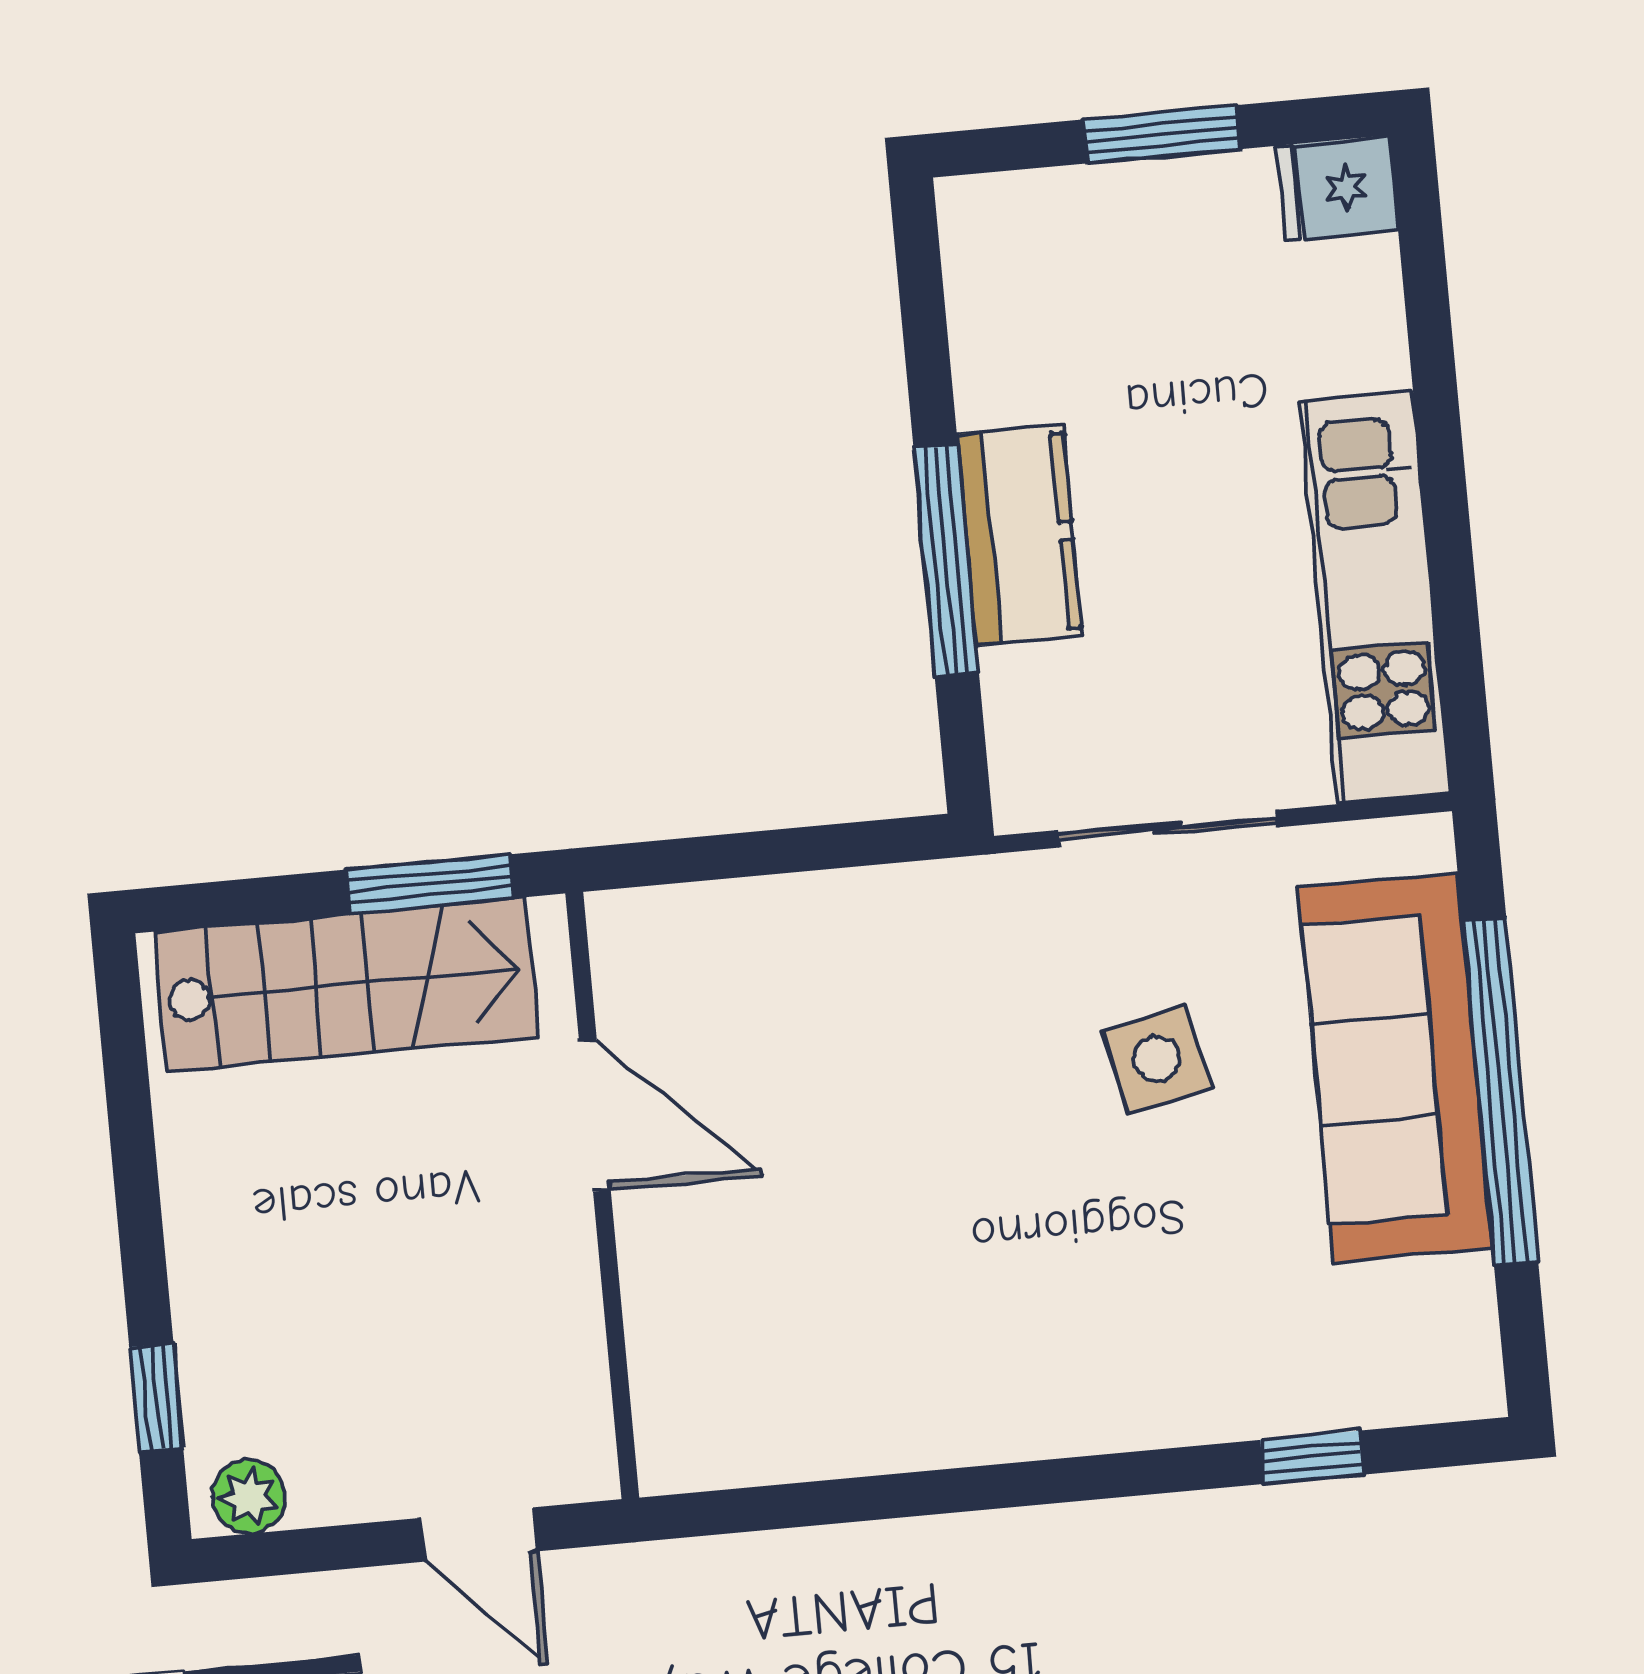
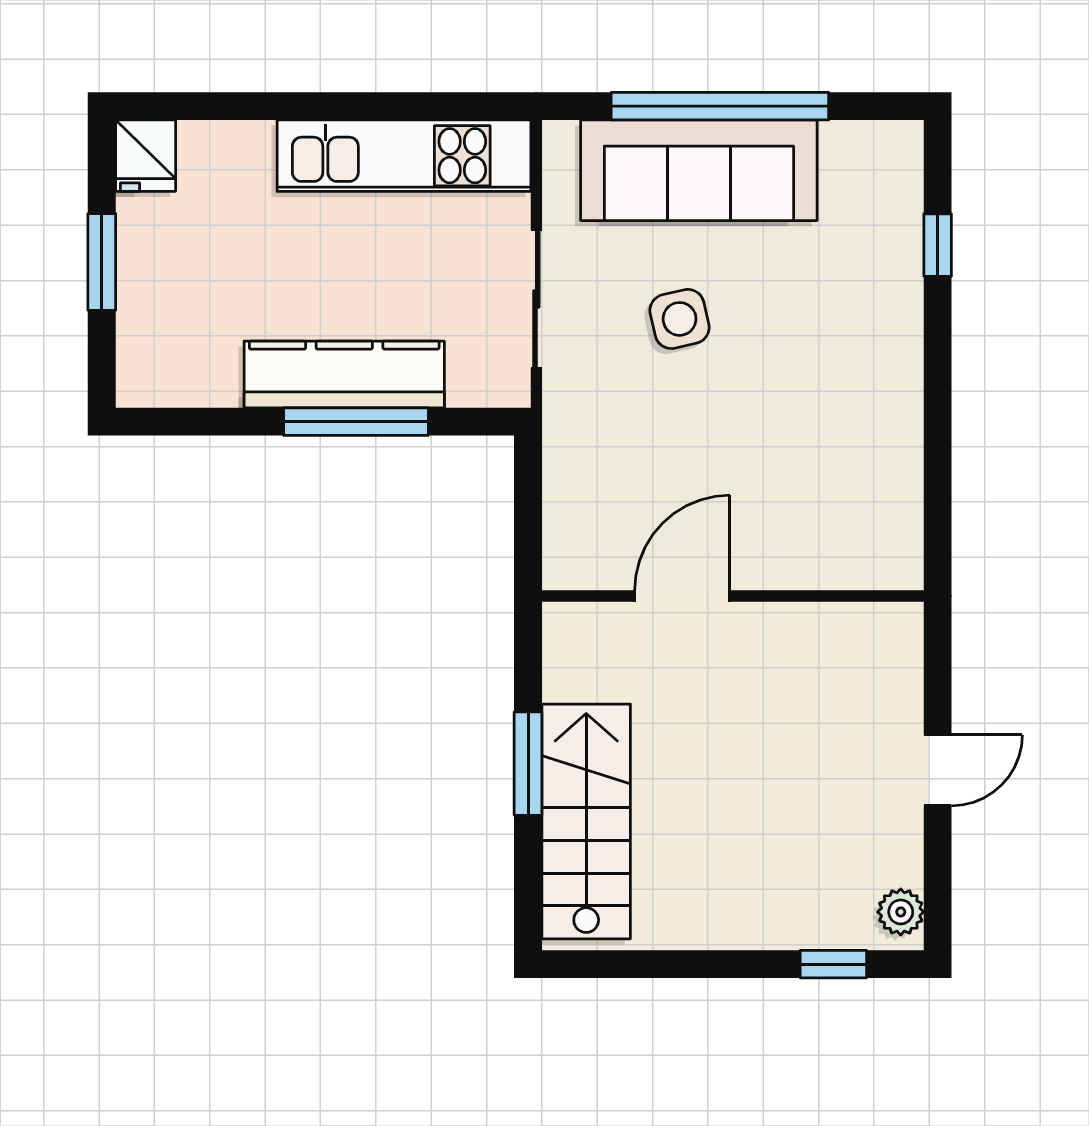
kitchen counter: (1019, 535) -> (344, 374), width x1.50
door: (595, 1115) -> (682, 596), moved
wall: (602, 1196) -> (733, 596), moved

